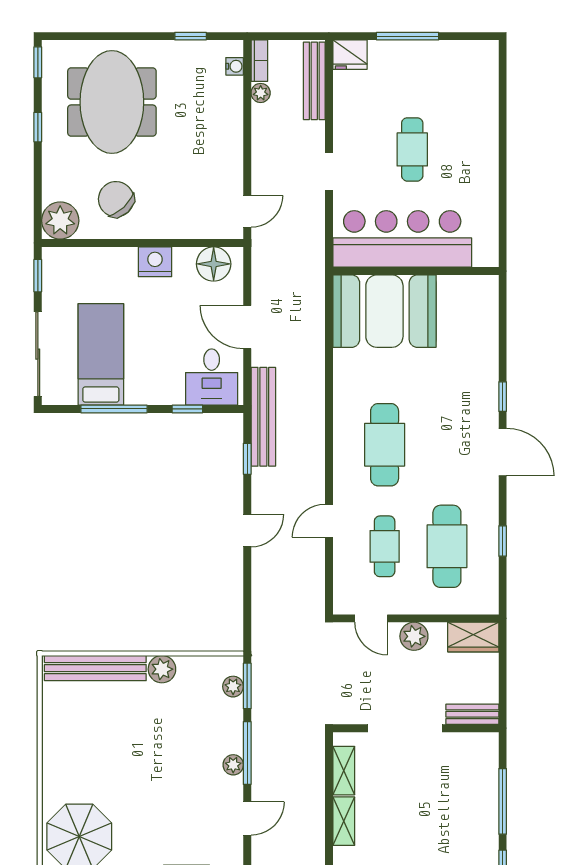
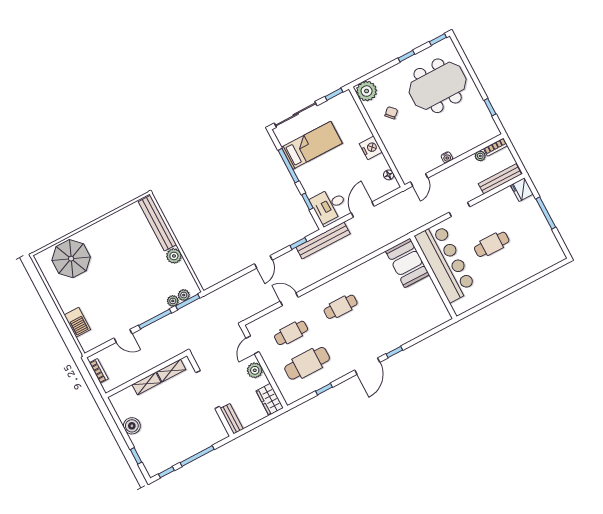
water cooler: (235, 66) -> (447, 157), moved
chair: (116, 199) -> (391, 113), width x0.54, depth x0.54
door: (247, 211) -> (419, 180), hinge flipped
floor lamp: (214, 264) -> (389, 175), width x0.53, depth x0.53
booth: (384, 311) -> (407, 263), width x0.73, depth x0.70
cafe table: (385, 445) -> (341, 307), width x0.73, depth x0.74
door: (247, 531) -> (263, 262), hinge flipped
plant: (233, 765) -> (173, 301), moved

